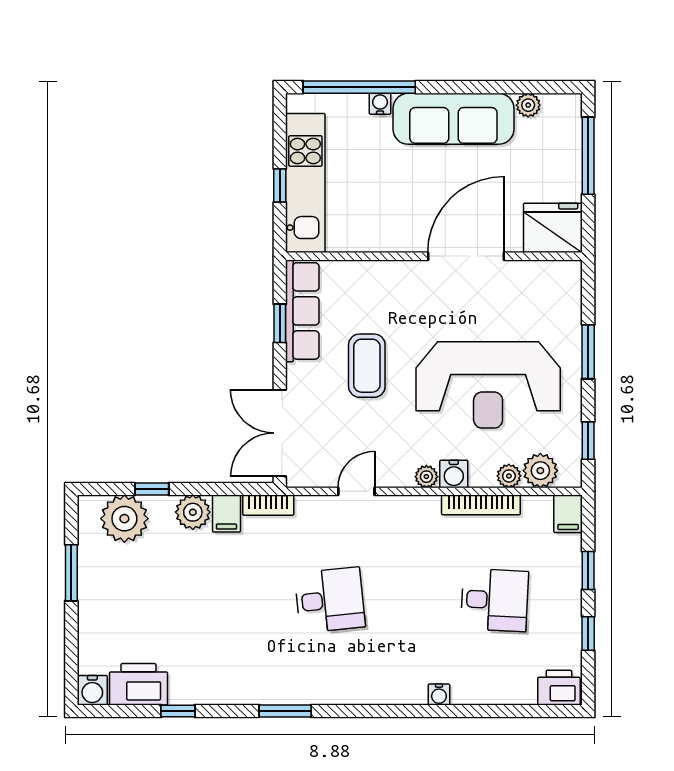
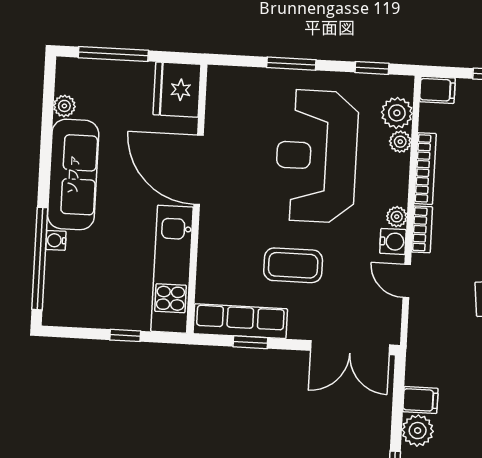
kitchen unit: (305, 183) -> (172, 269), moved, turned -90
reception desk: (488, 385) -> (317, 156), turned 180
water cooler: (454, 474) -> (393, 241), moved
bookcase: (268, 505) -> (422, 229), moved

